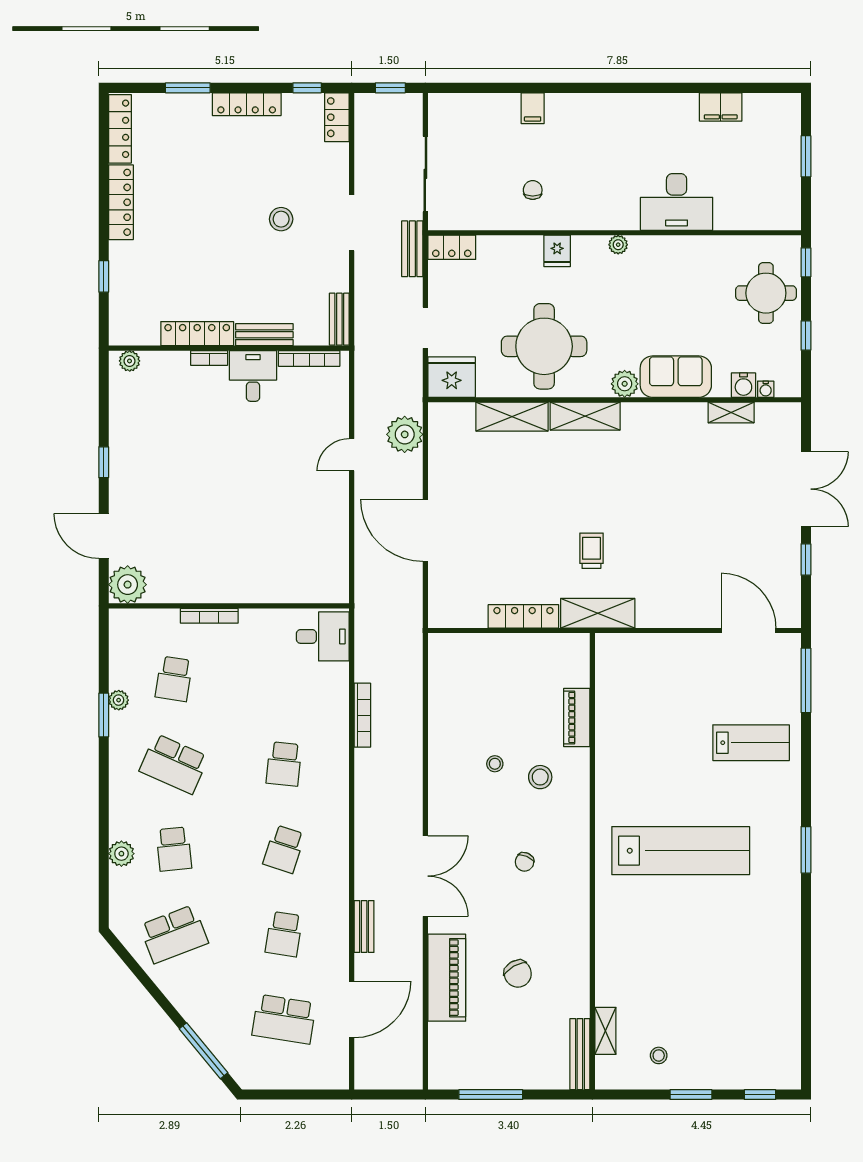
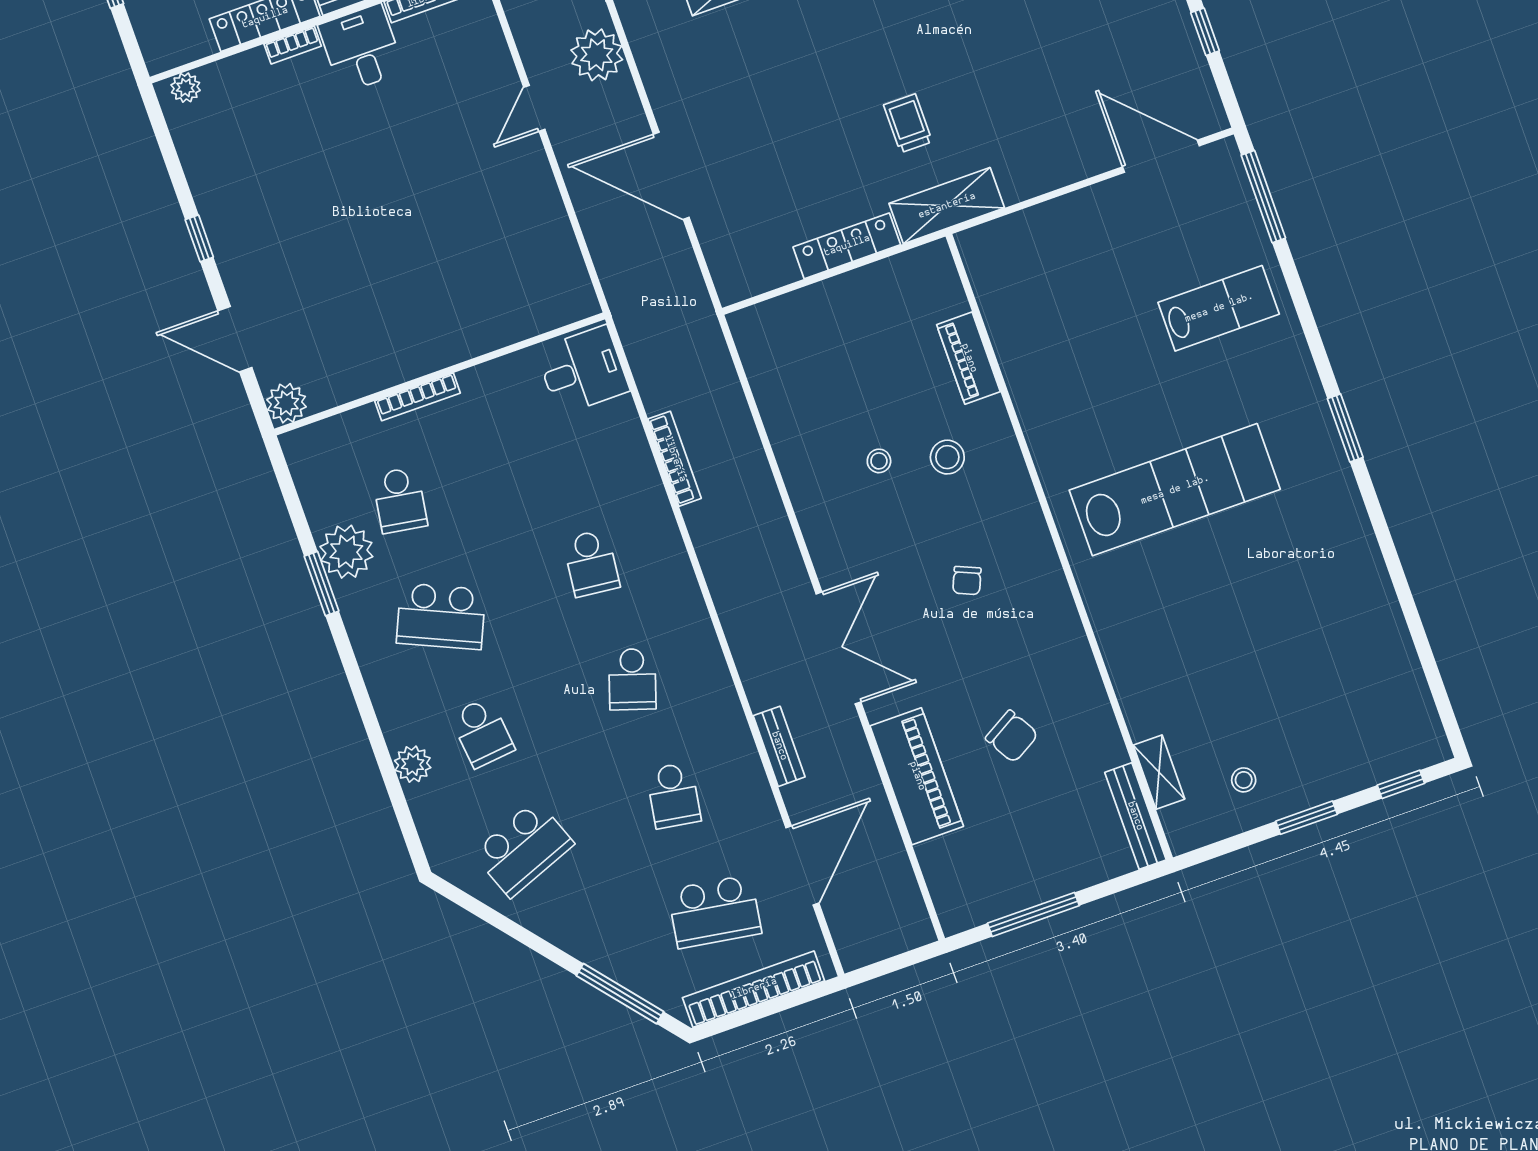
plant: (128, 585) -> (286, 403), width x0.73, depth x0.73
plant: (119, 700) -> (346, 552), width x1.88, depth x1.88
bookcase: (291, 1079) -> (754, 989), added

